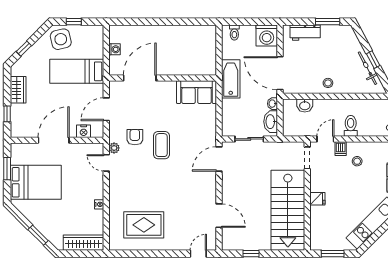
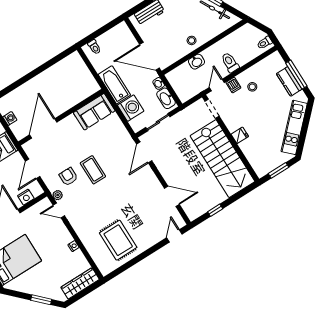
washing machine: (267, 36) -> (131, 108), moved, turned -90
washbasin: (305, 105) -> (196, 62), moved
rug: (144, 225) -> (118, 240), turned 90

